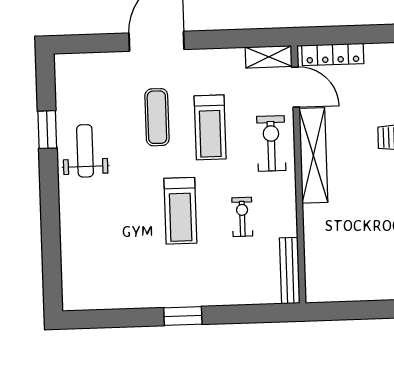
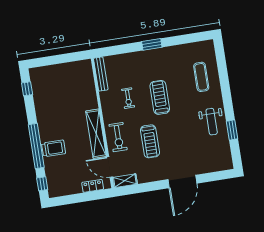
locker: (333, 54) -> (93, 186), width x0.66
exercise mat: (157, 117) -> (201, 77), moved
treadmill: (210, 127) -> (150, 141), turned 180

